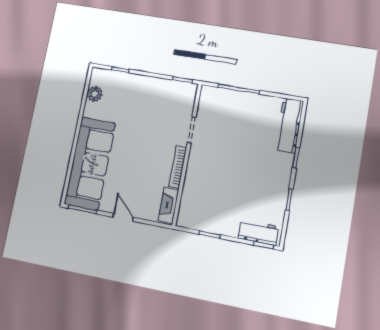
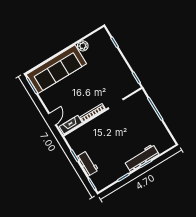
plant: (95, 94) -> (83, 46), moved
workbench: (289, 125) -> (142, 158), moved
door: (123, 217) -> (52, 119), moved
workbench: (258, 232) -> (88, 163), moved

